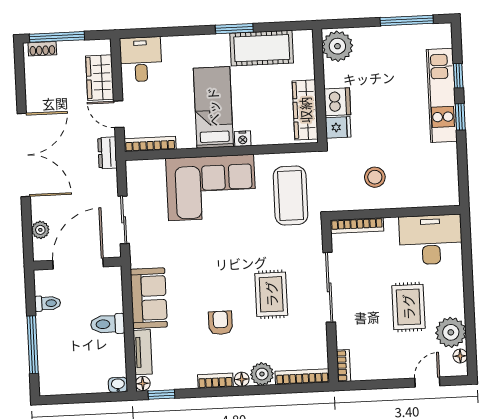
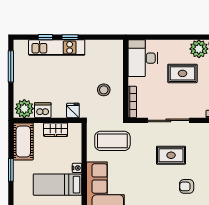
cot: (262, 48) -> (23, 141), moved
dishwasher: (337, 102) -> (43, 110), moved
wardrobe: (305, 110) -> (56, 130), width x0.67

